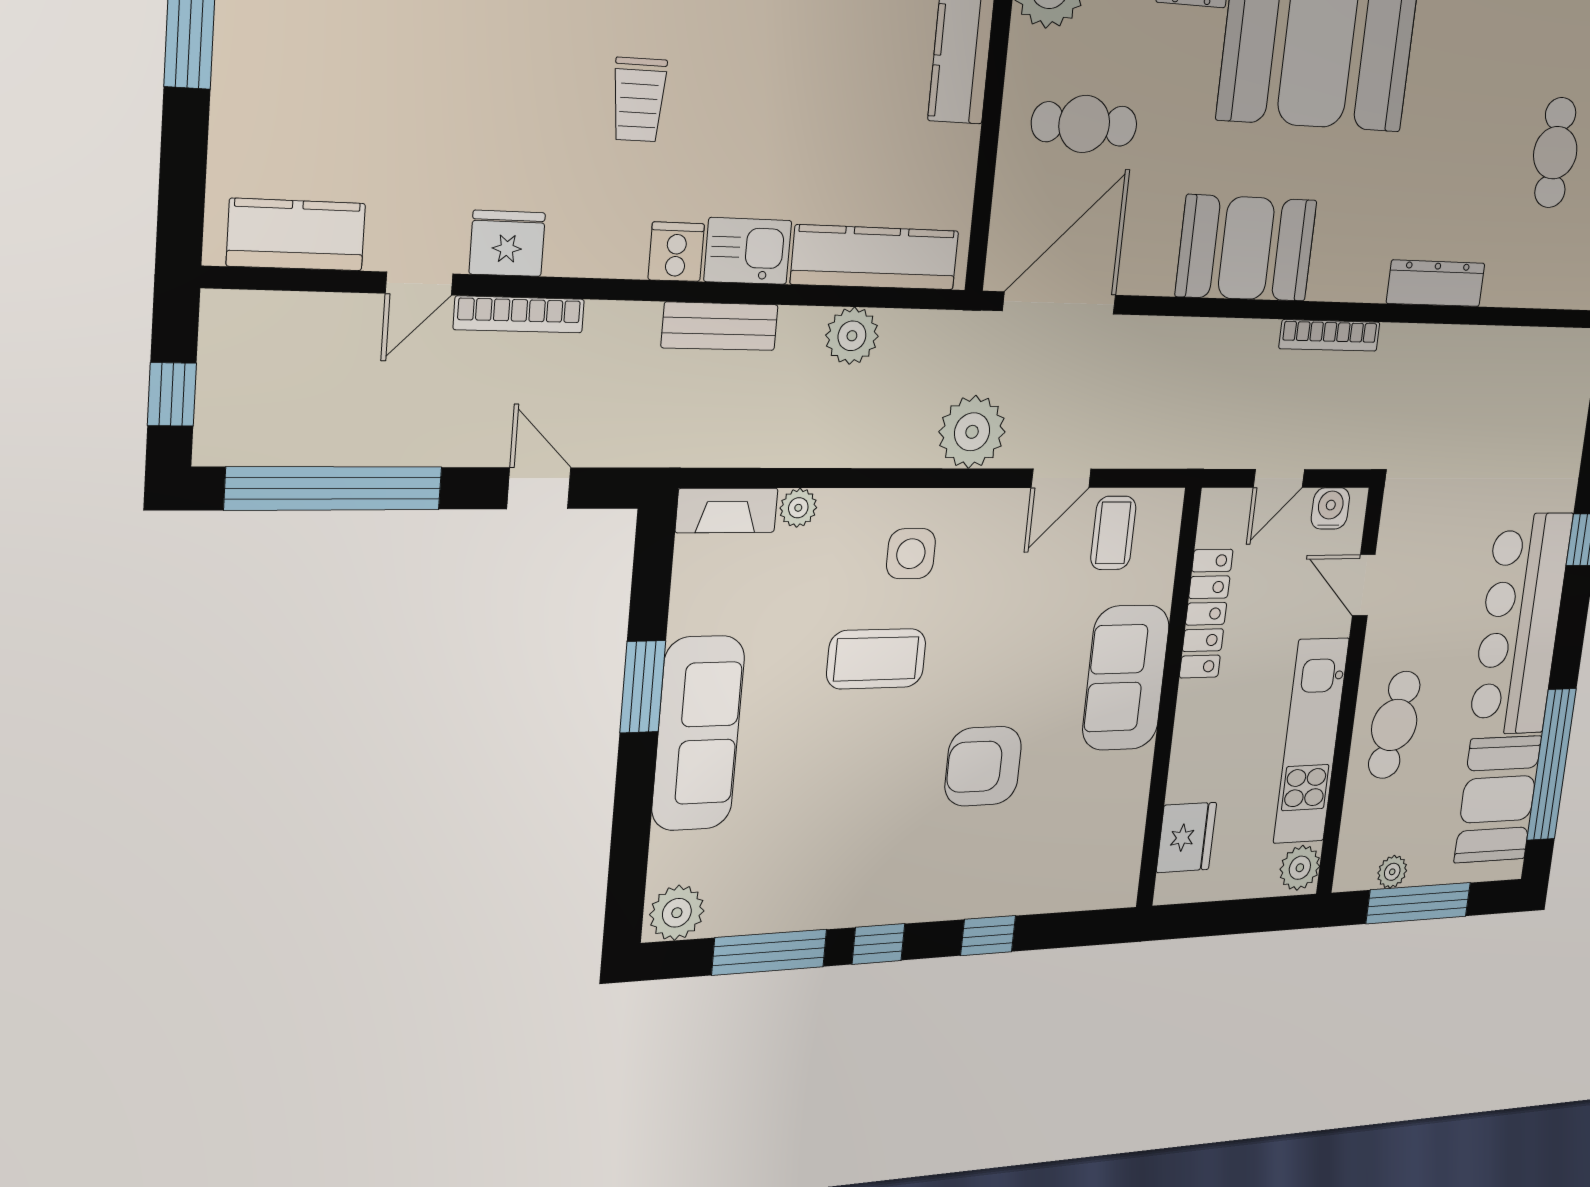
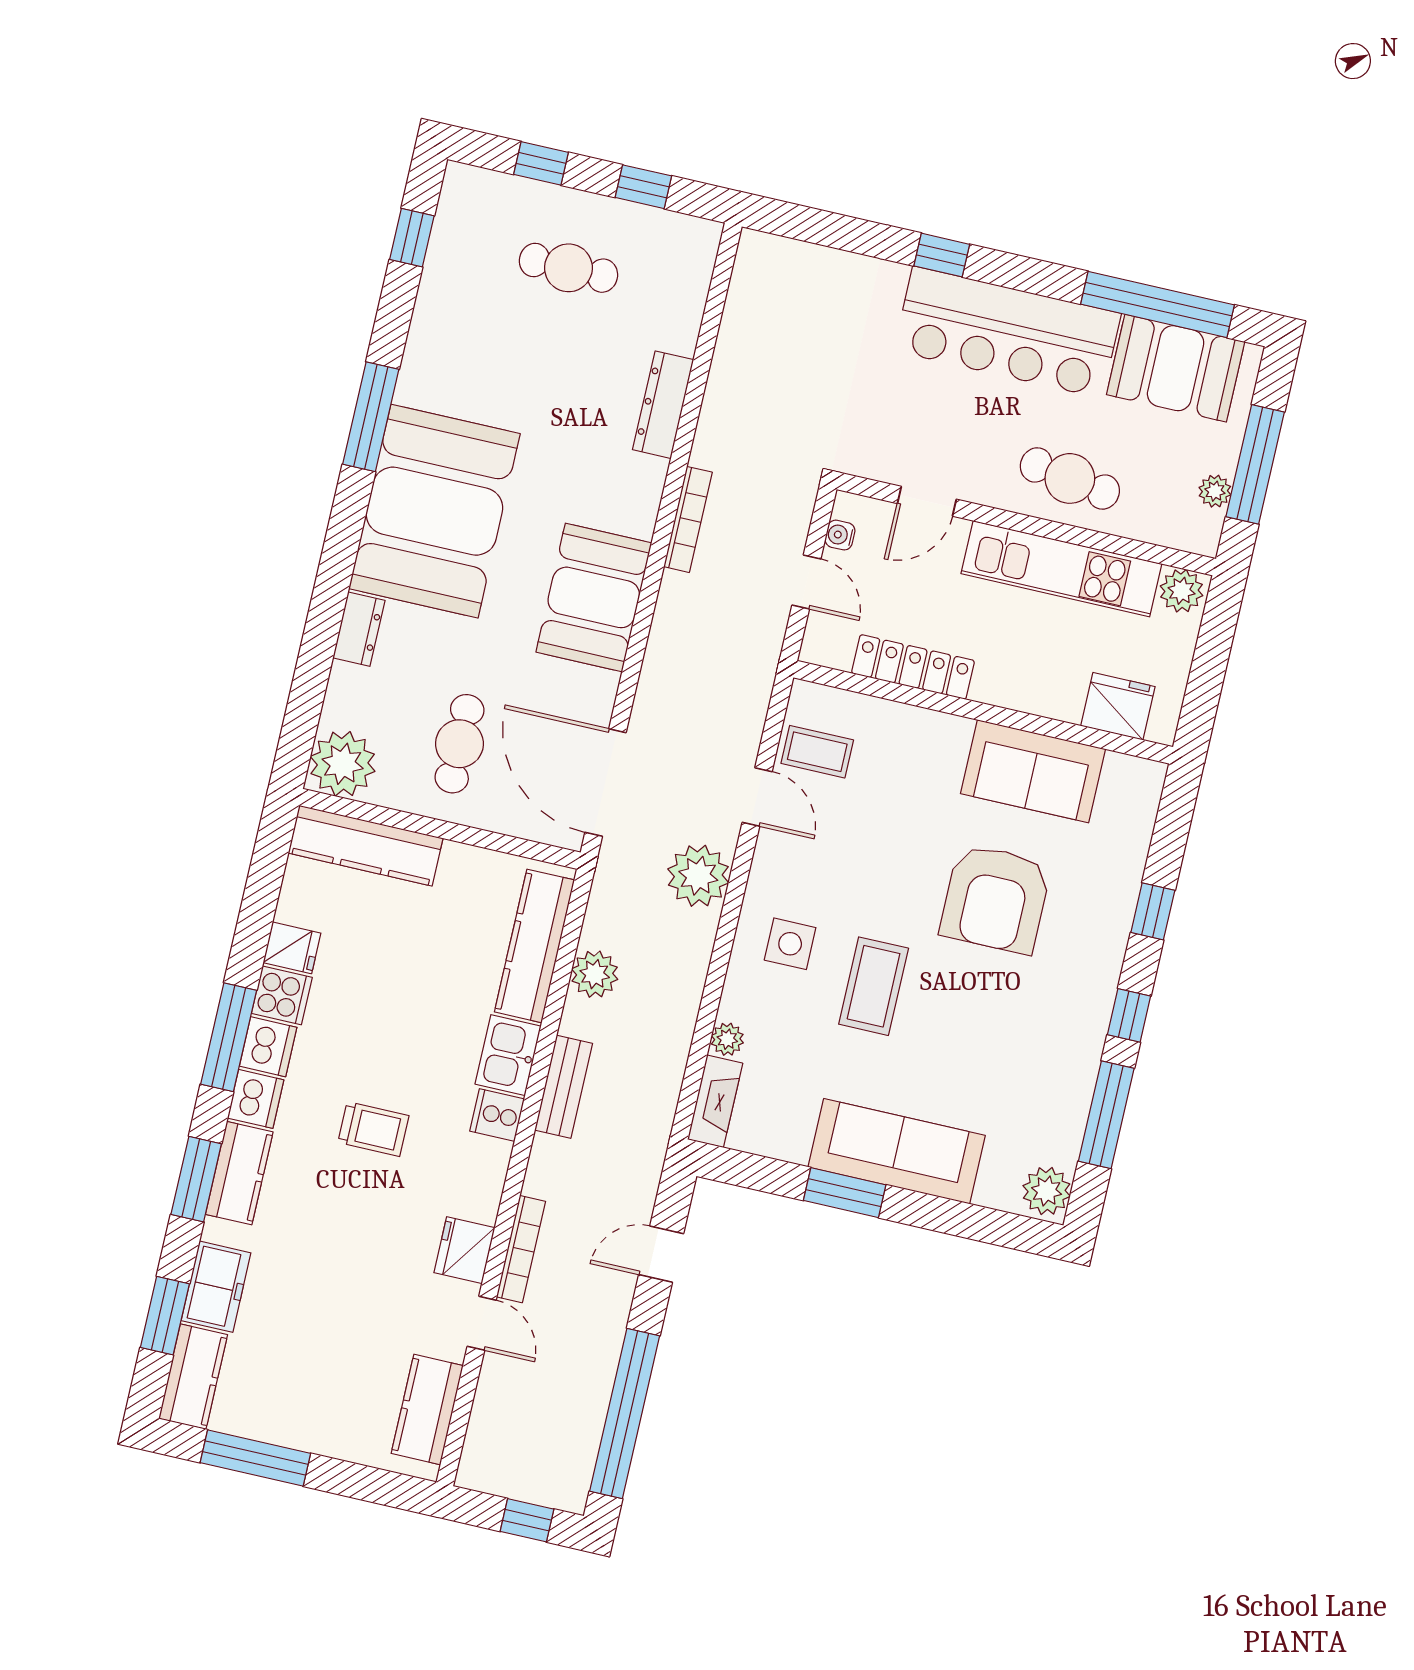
water cooler: (1330, 508) -> (840, 535), width x0.72, depth x0.72
sofa: (1126, 678) -> (1033, 771), moved
armchair: (983, 766) -> (995, 899), width x1.36, depth x1.36

